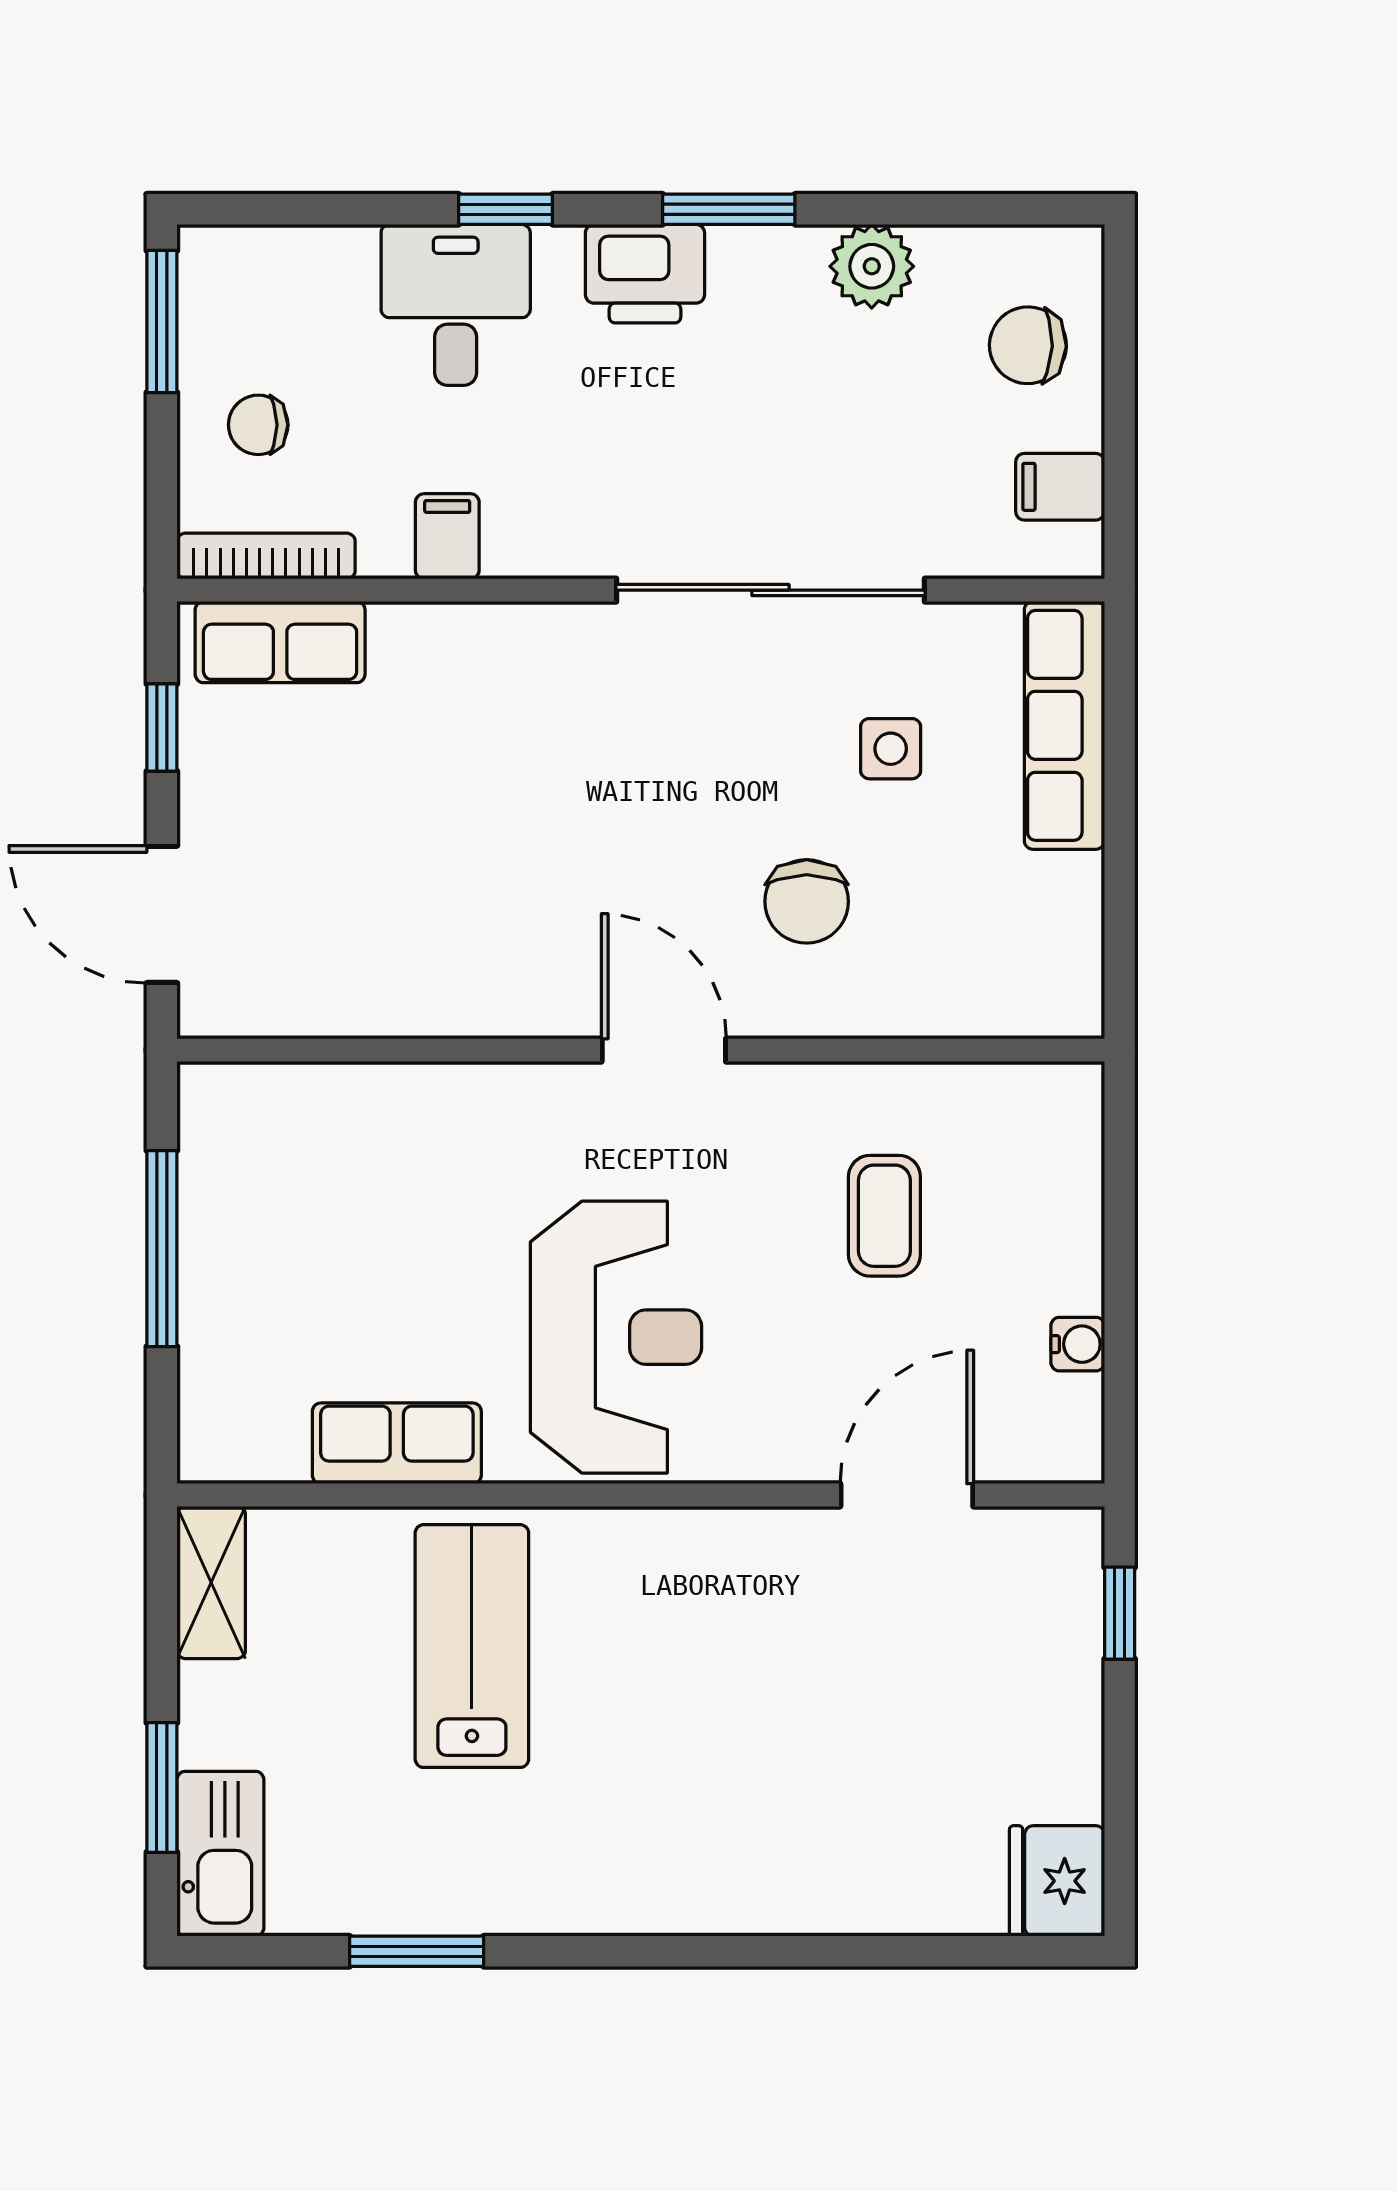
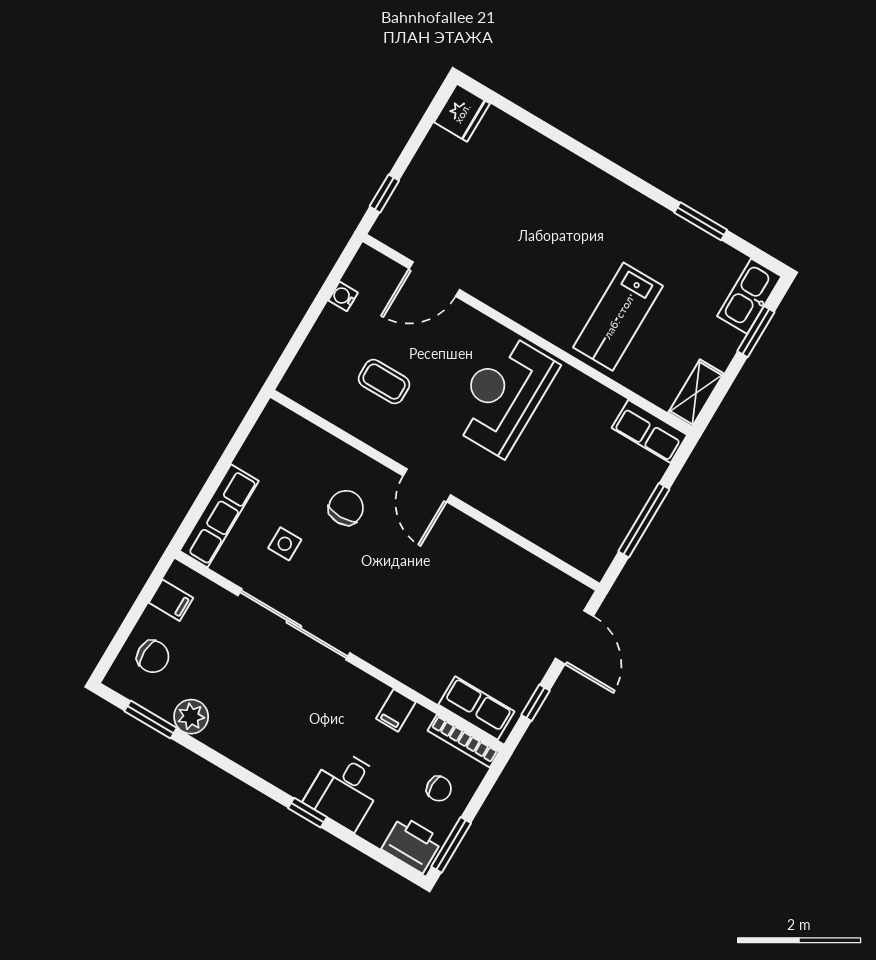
window: (729, 209) -> (151, 720), moved
printer: (645, 274) -> (412, 844), moved
coffee table: (884, 1216) -> (384, 382), turned 90
row of seats: (397, 1443) -> (649, 431), moved

